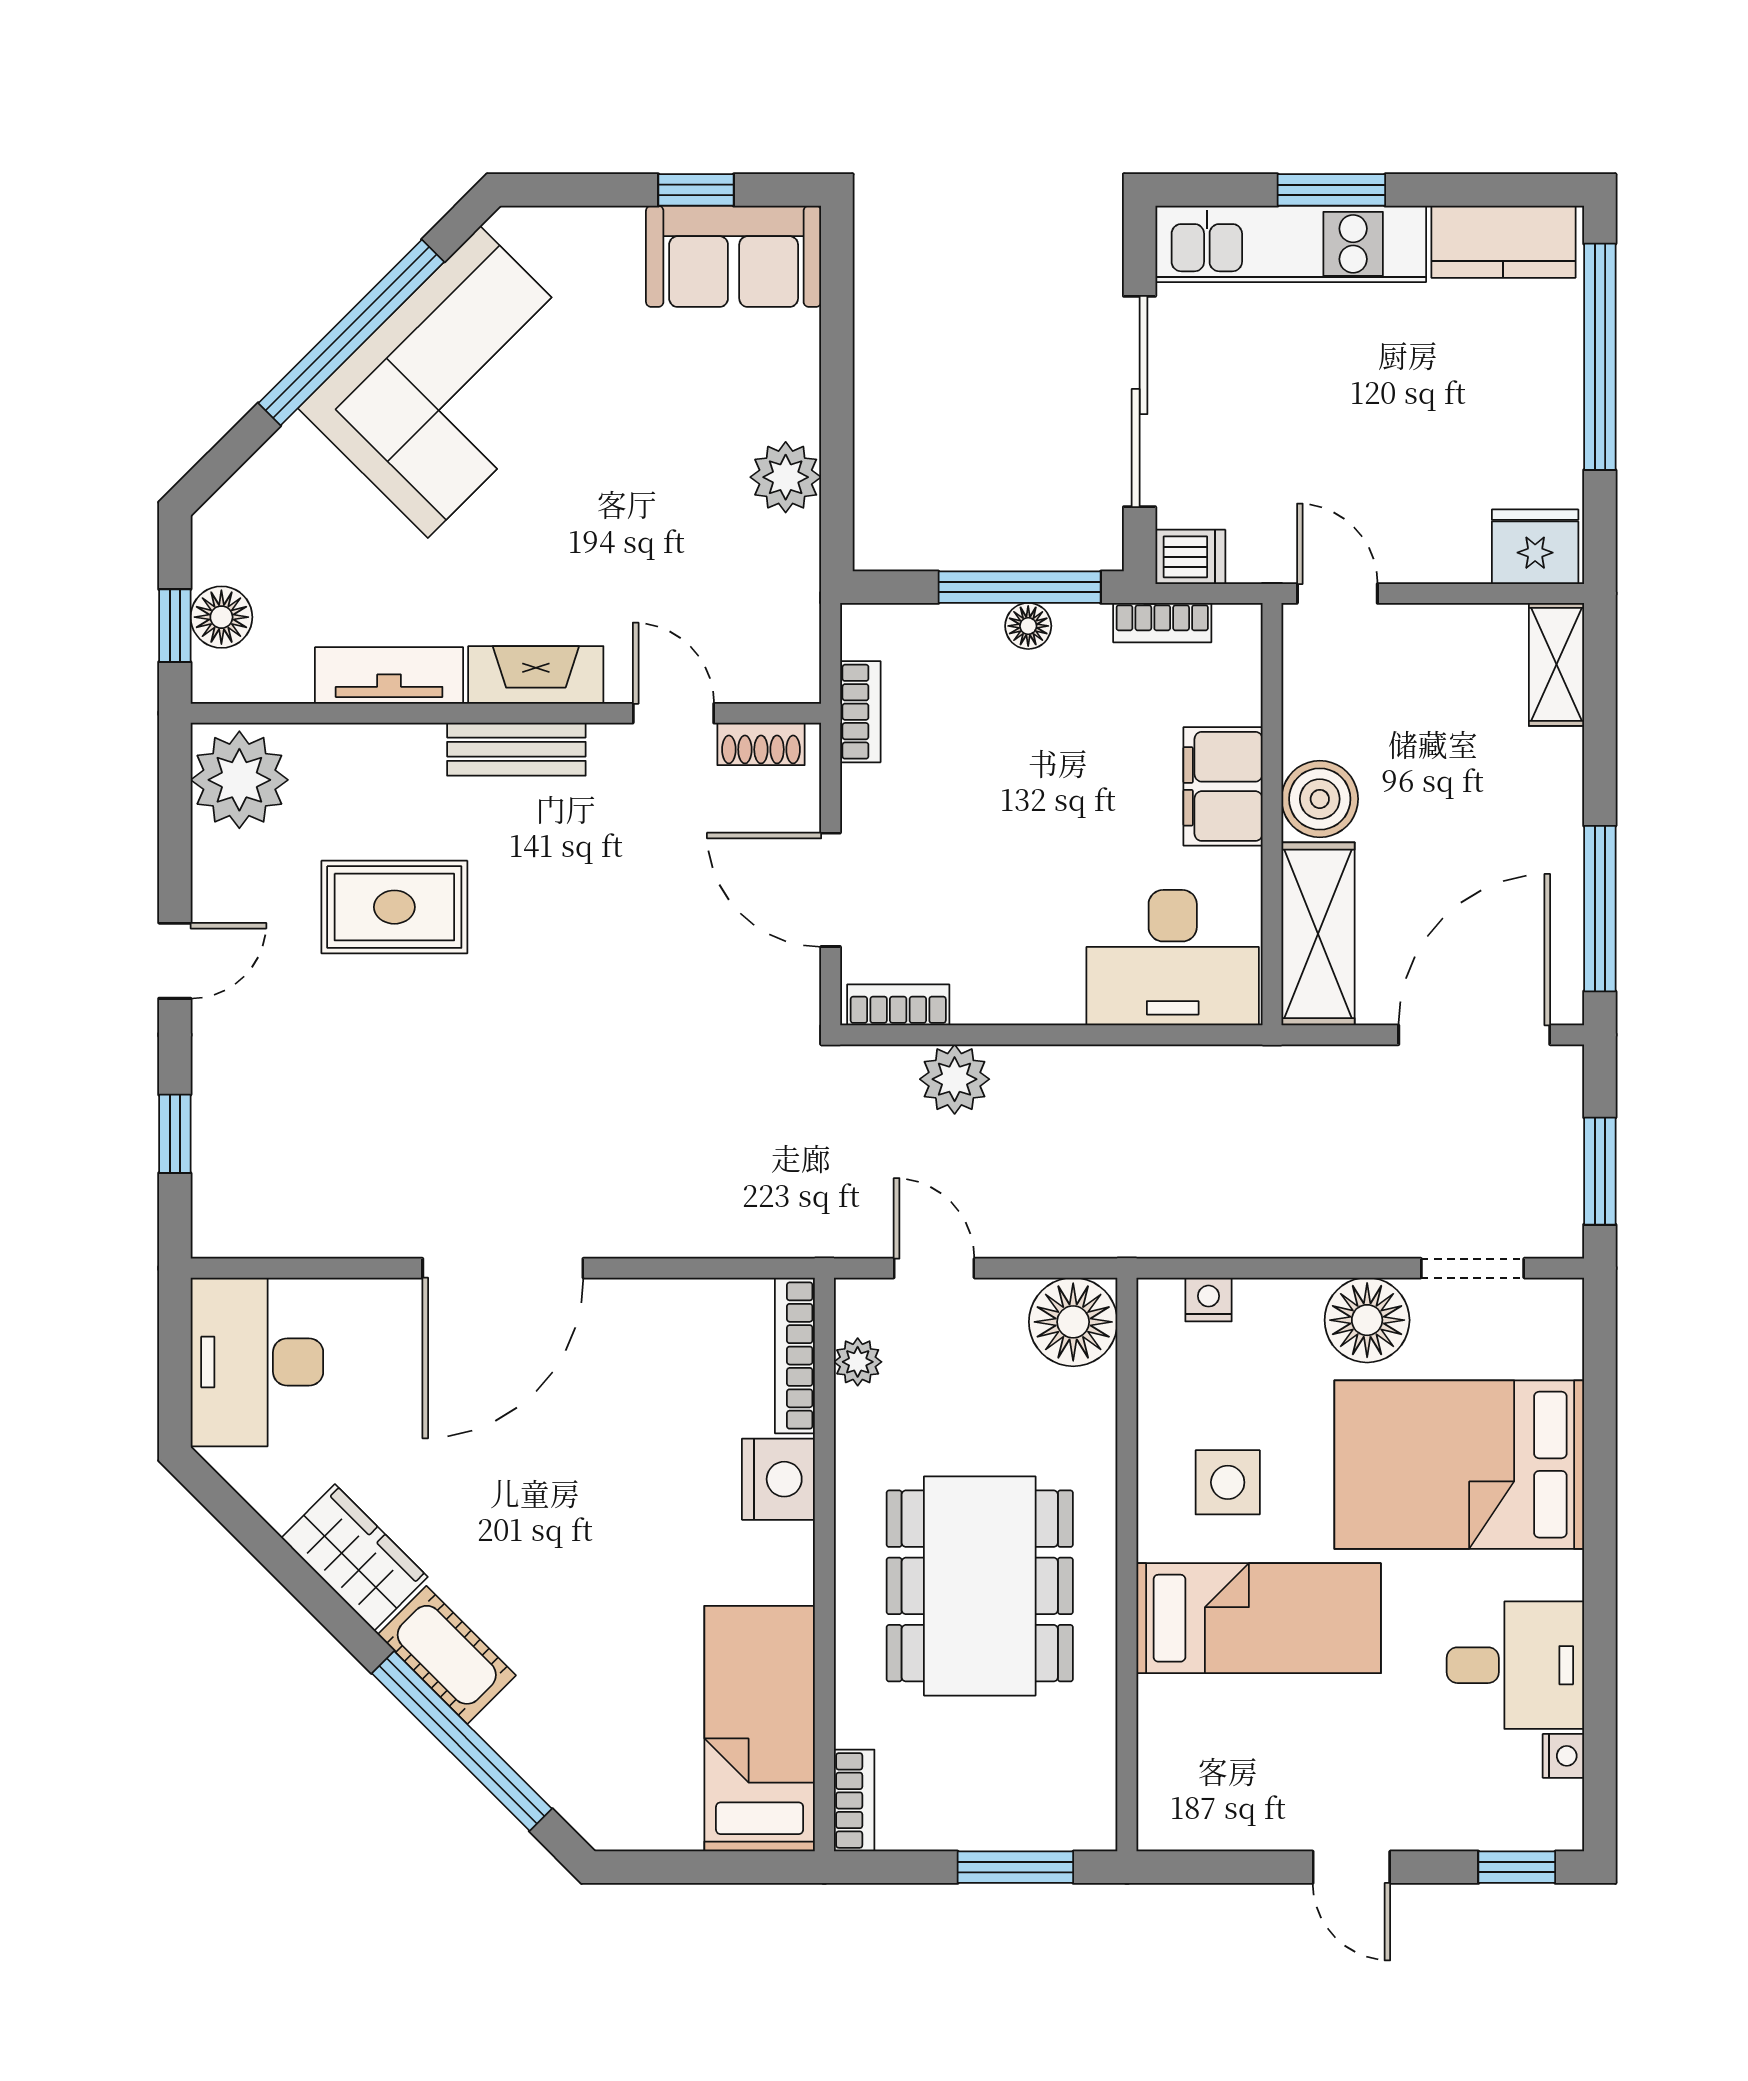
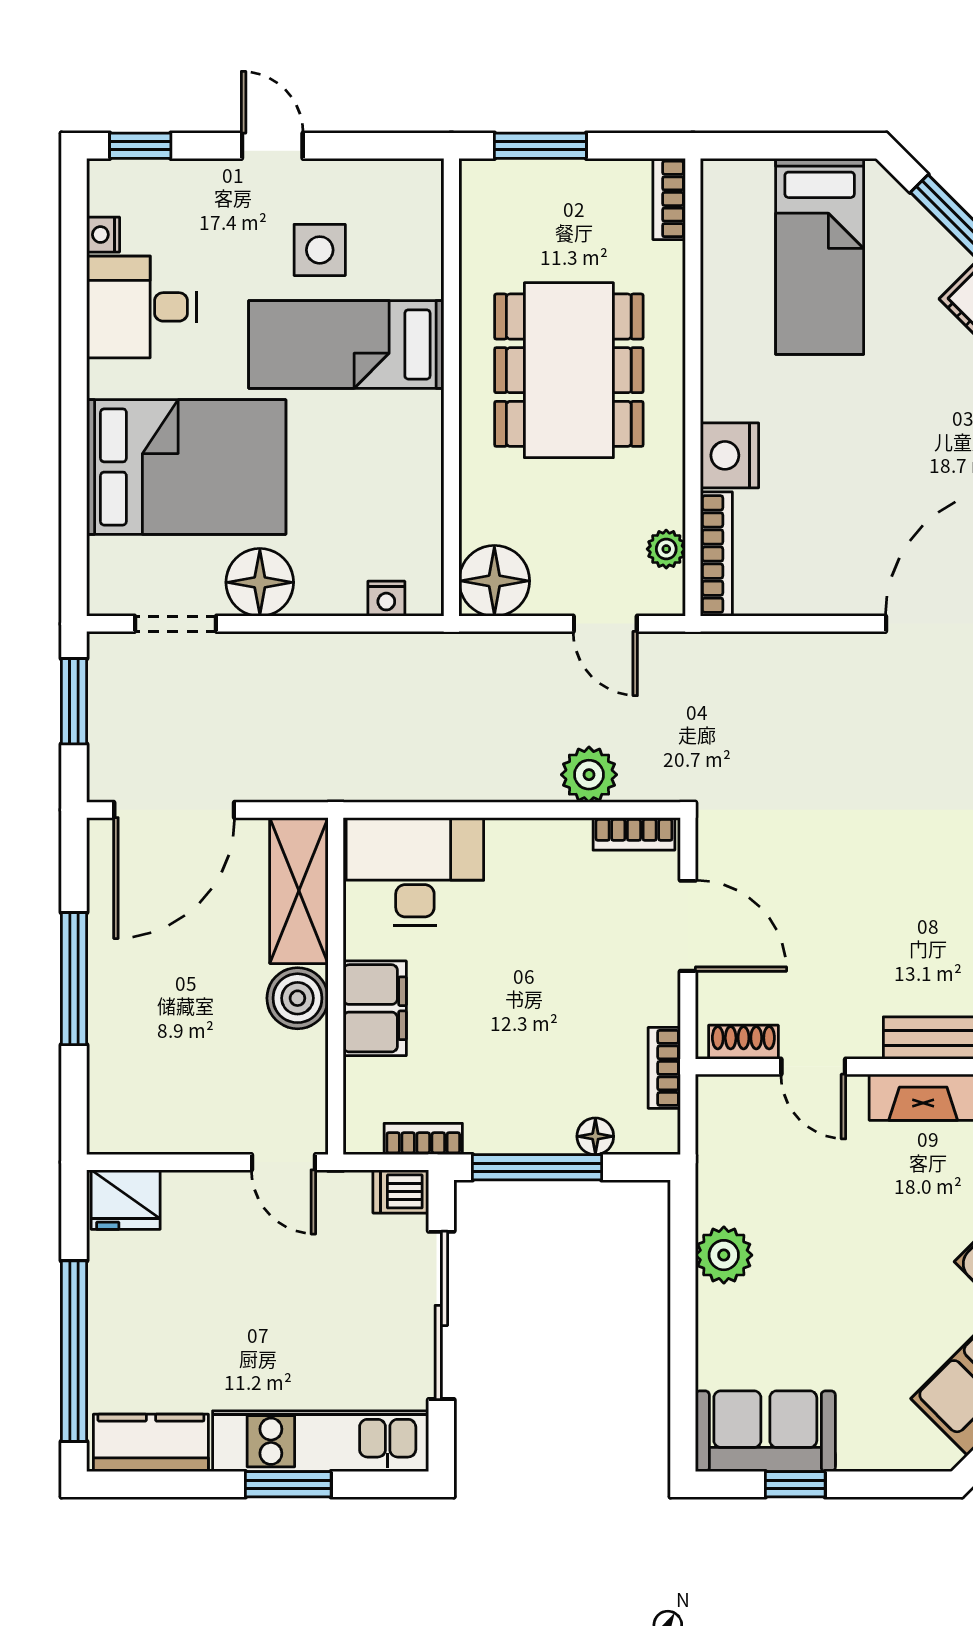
floor lamp: (1028, 626) -> (595, 1136), moved
shelving: (1556, 664) -> (109, 1106), removed
window: (1600, 909) -> (74, 979), moved
side table: (1228, 1482) -> (320, 250), moved
bed: (760, 1729) -> (820, 256), moved

